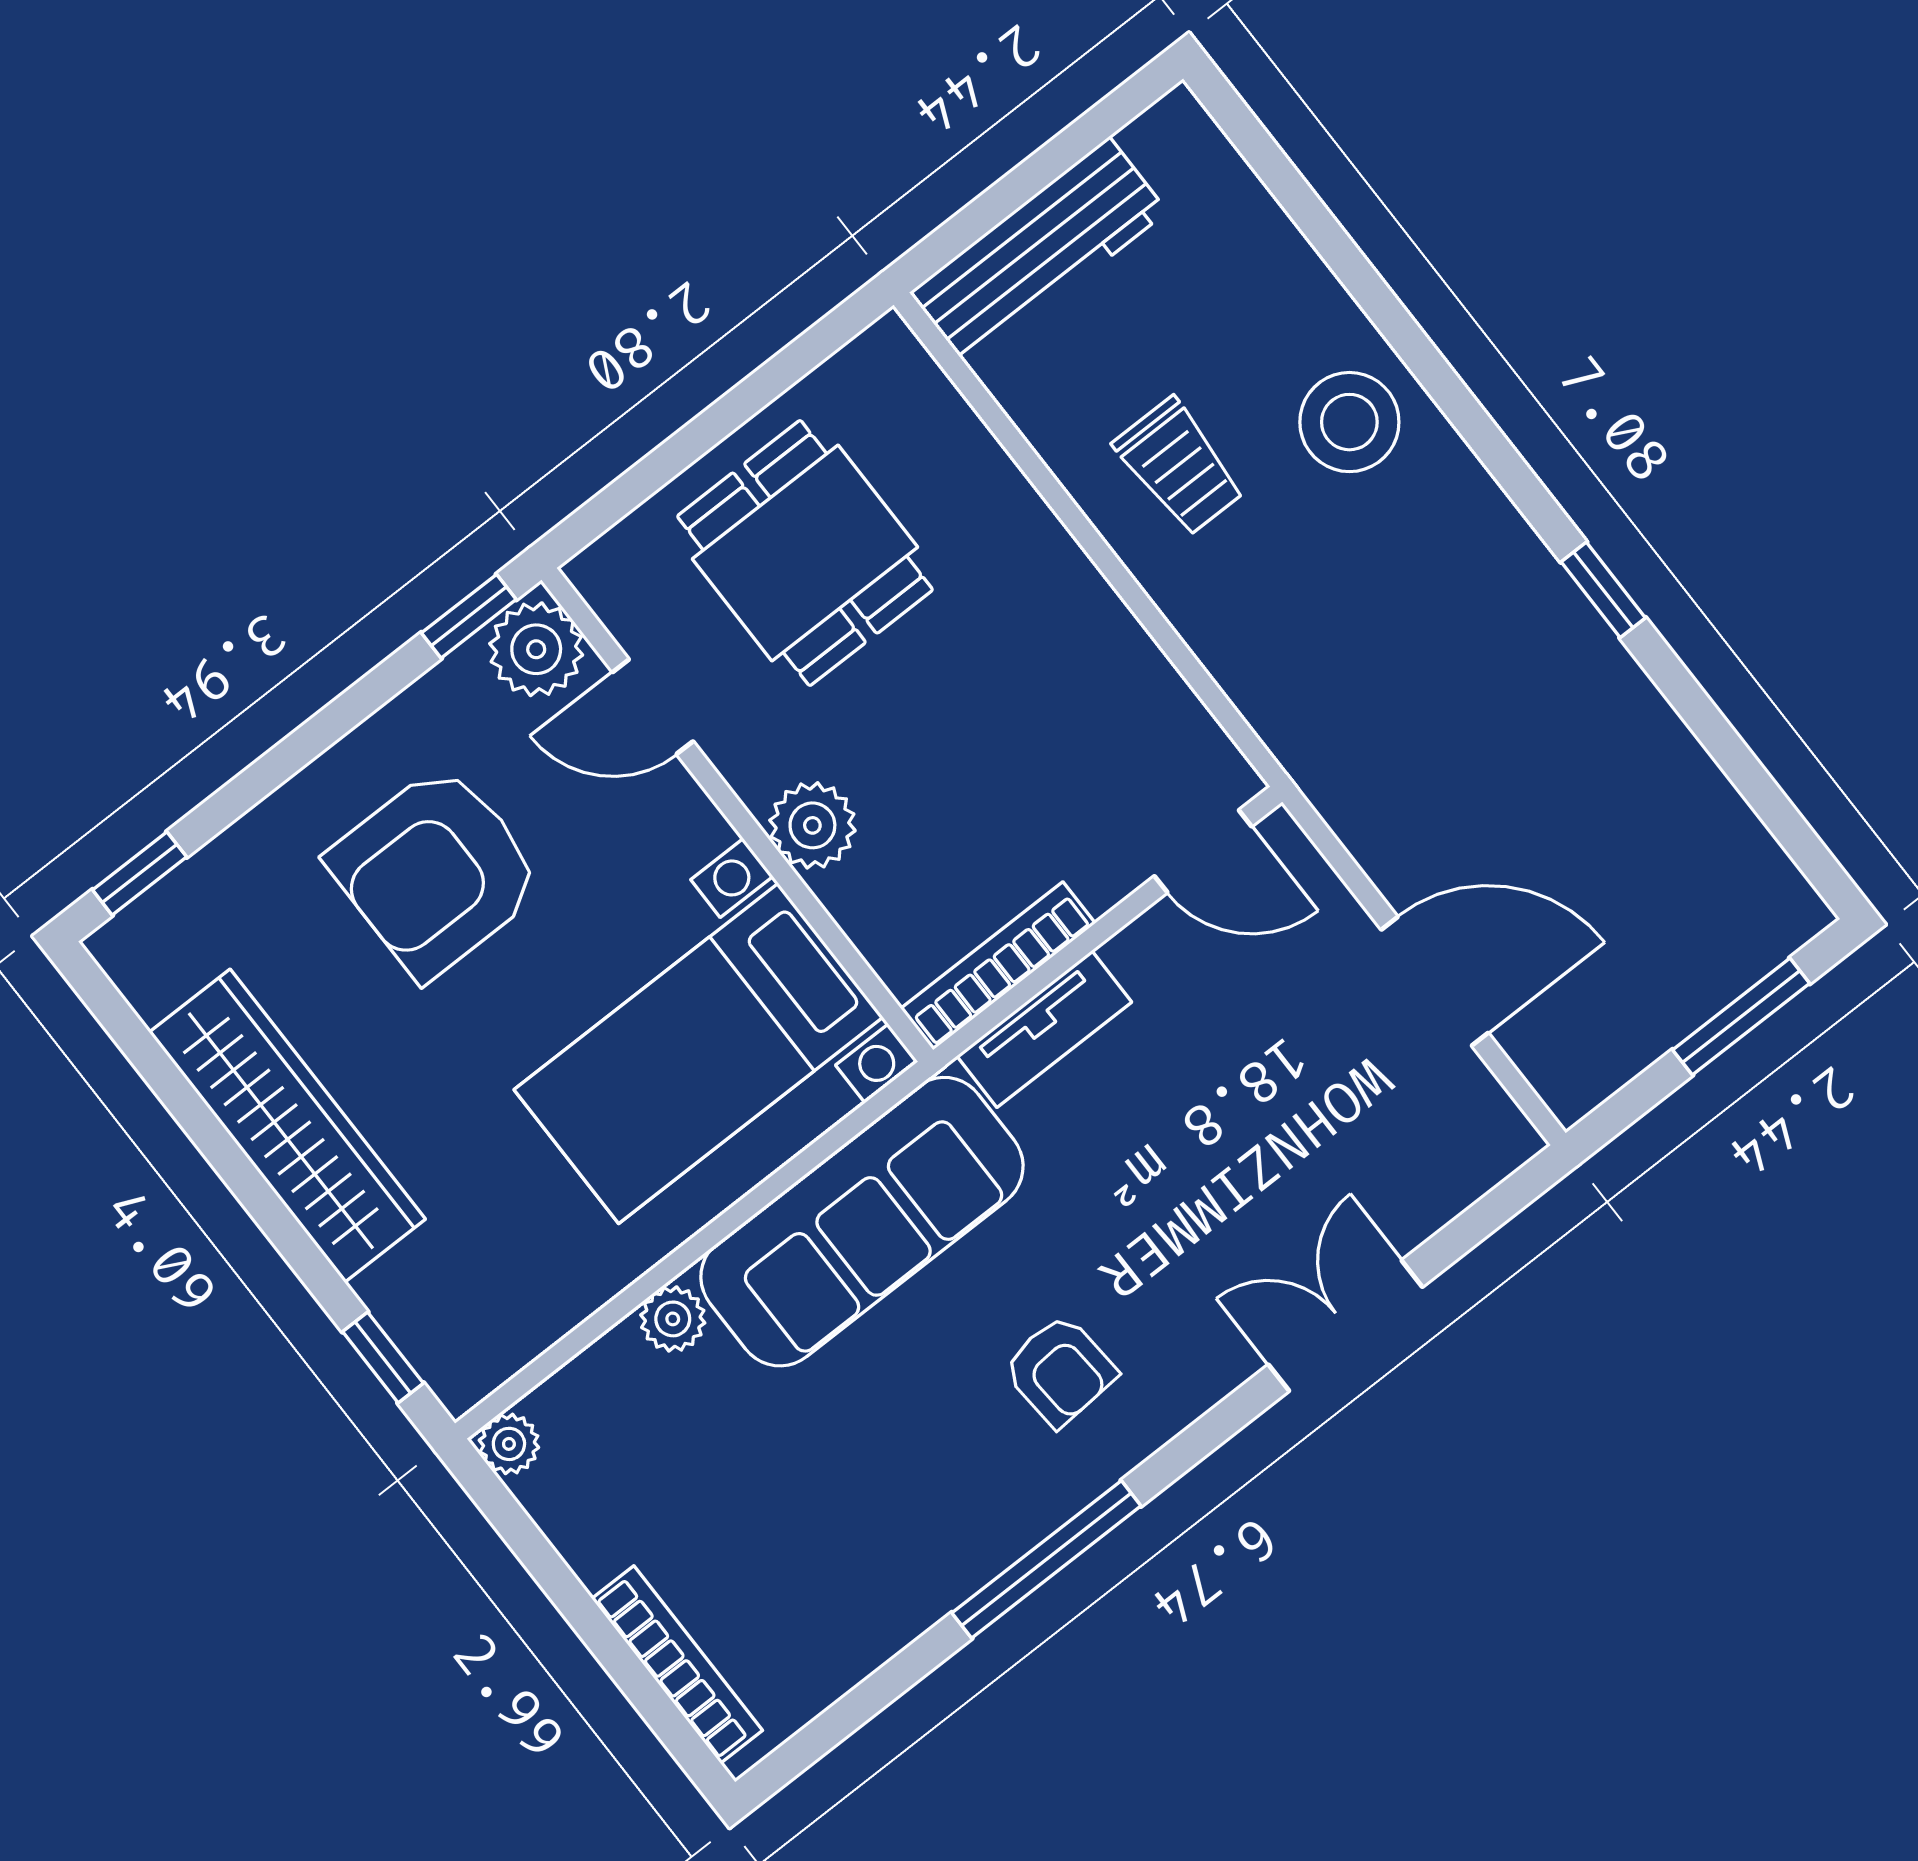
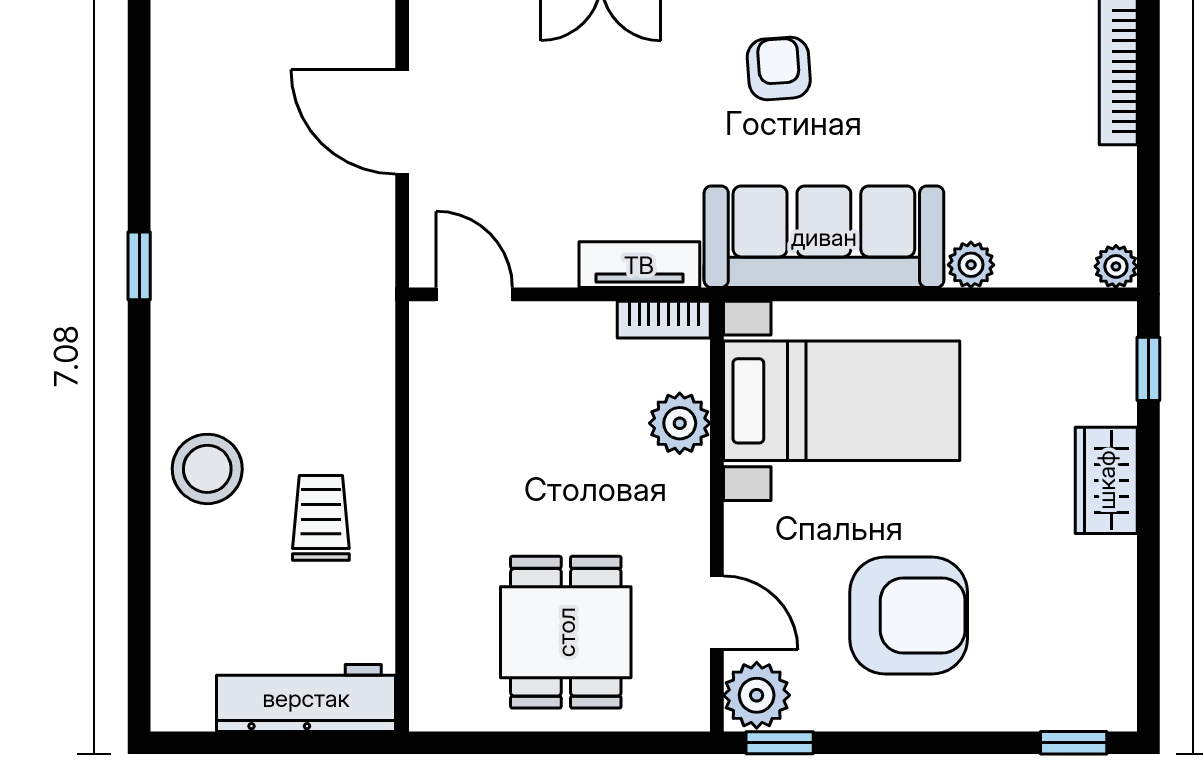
plant: (812, 825) -> (680, 423), moved
bookcase: (998, 966) -> (664, 320), width x0.64
wardrobe: (287, 1126) -> (1106, 480), width x0.48, depth x0.85

